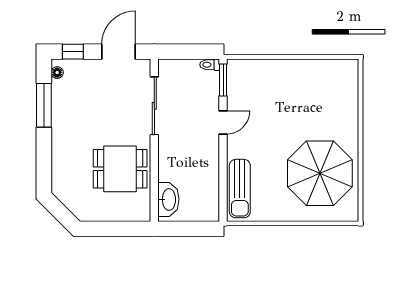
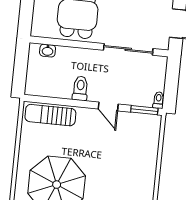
toilet: (205, 157) -> (80, 88), added
washbasin: (168, 199) -> (48, 51), width x0.52, depth x0.69

